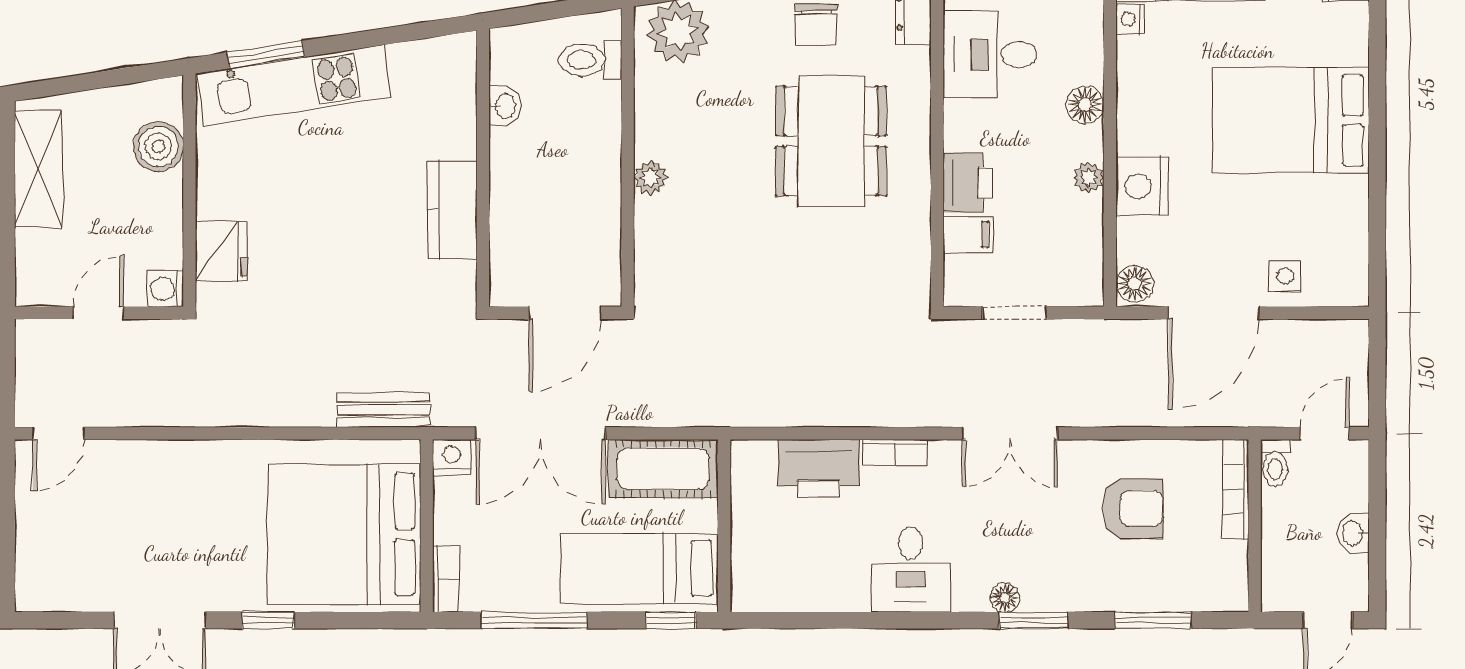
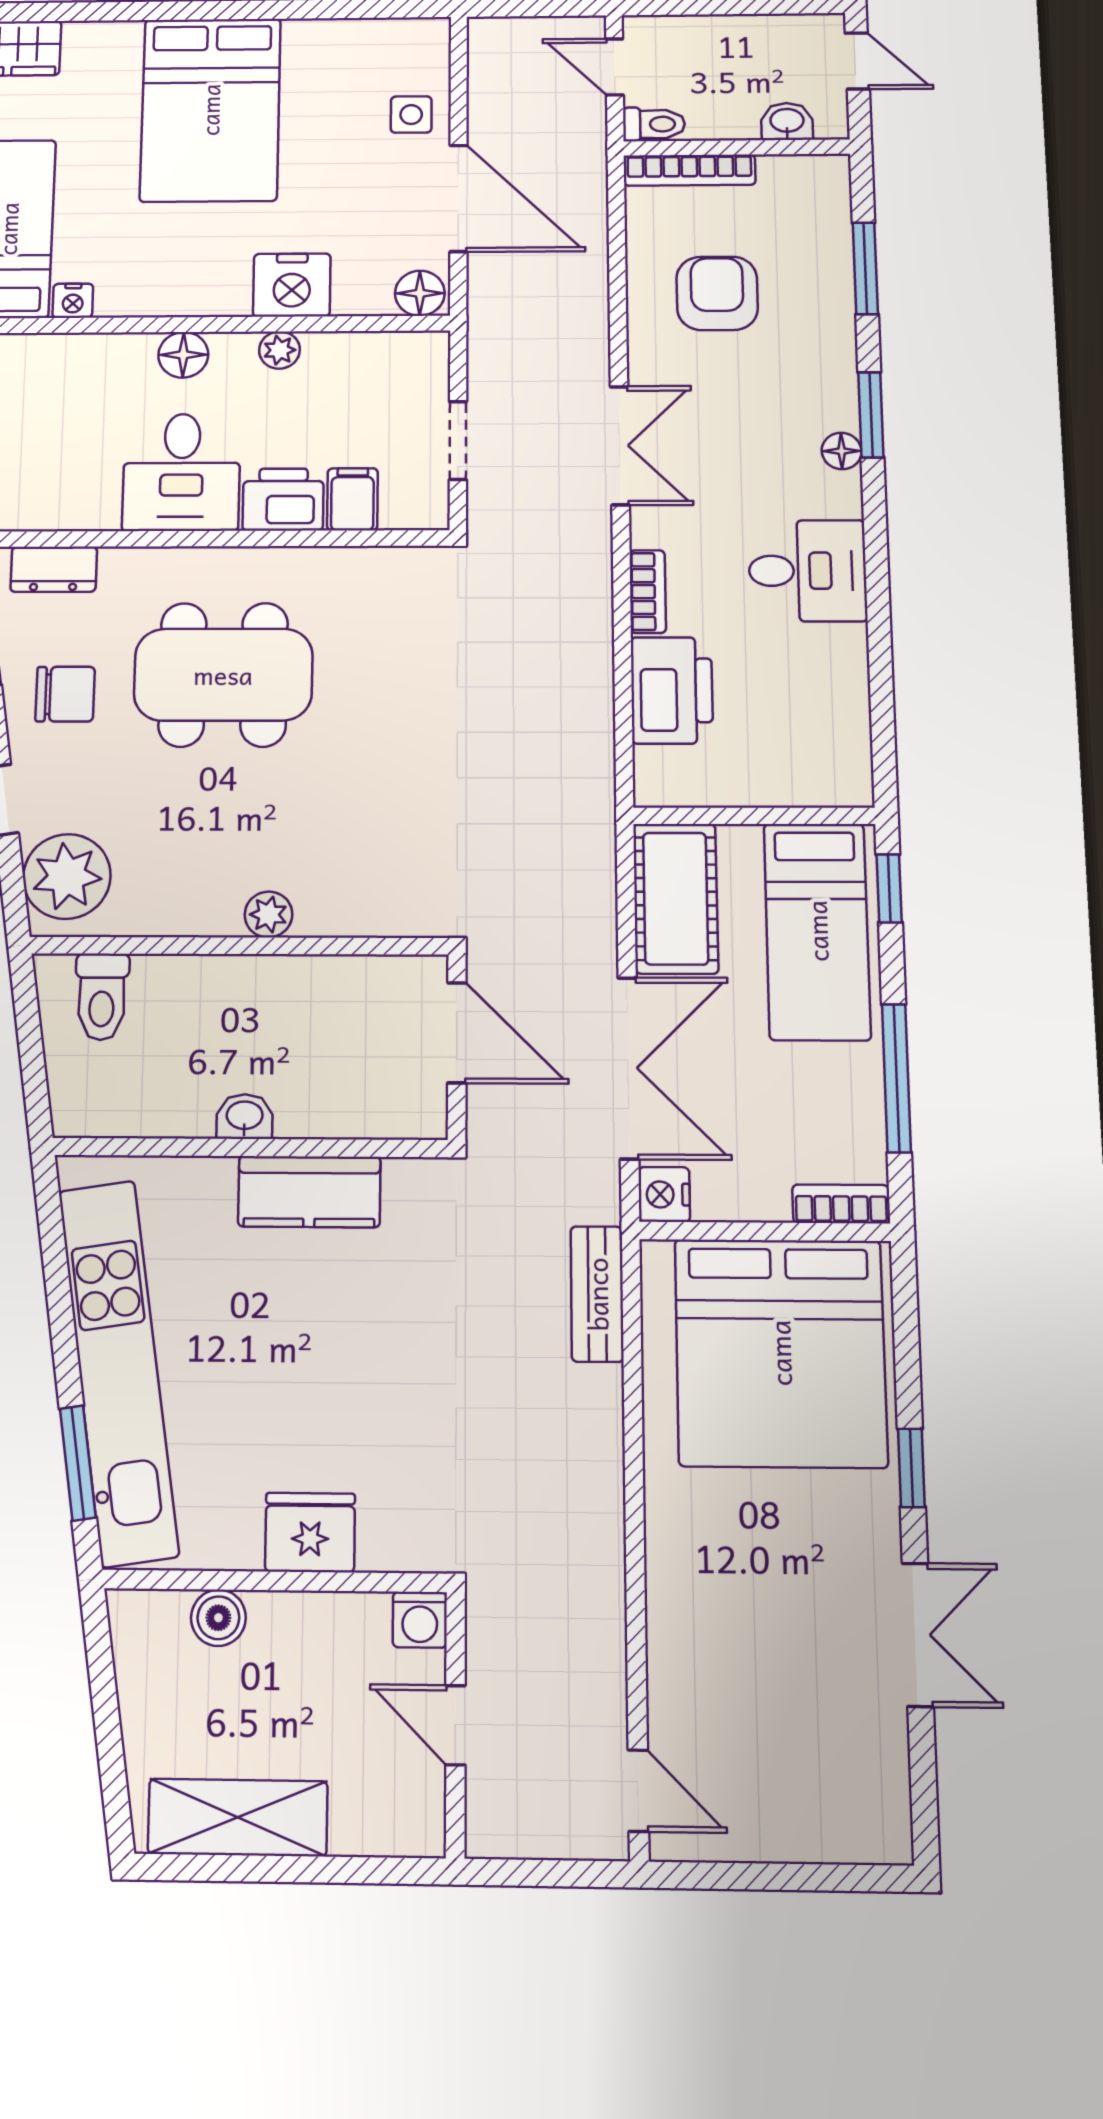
desk: (990, 55) -> (182, 472), moved
kitchen unit: (294, 85) -> (118, 1371), width x1.36
washbasin: (505, 106) -> (245, 1117), moved
boiler: (158, 147) -> (218, 1618), width x0.73, depth x0.73
fridge: (221, 251) -> (310, 1532), moved
washbasin: (1353, 533) -> (787, 121), moved, turned 180

